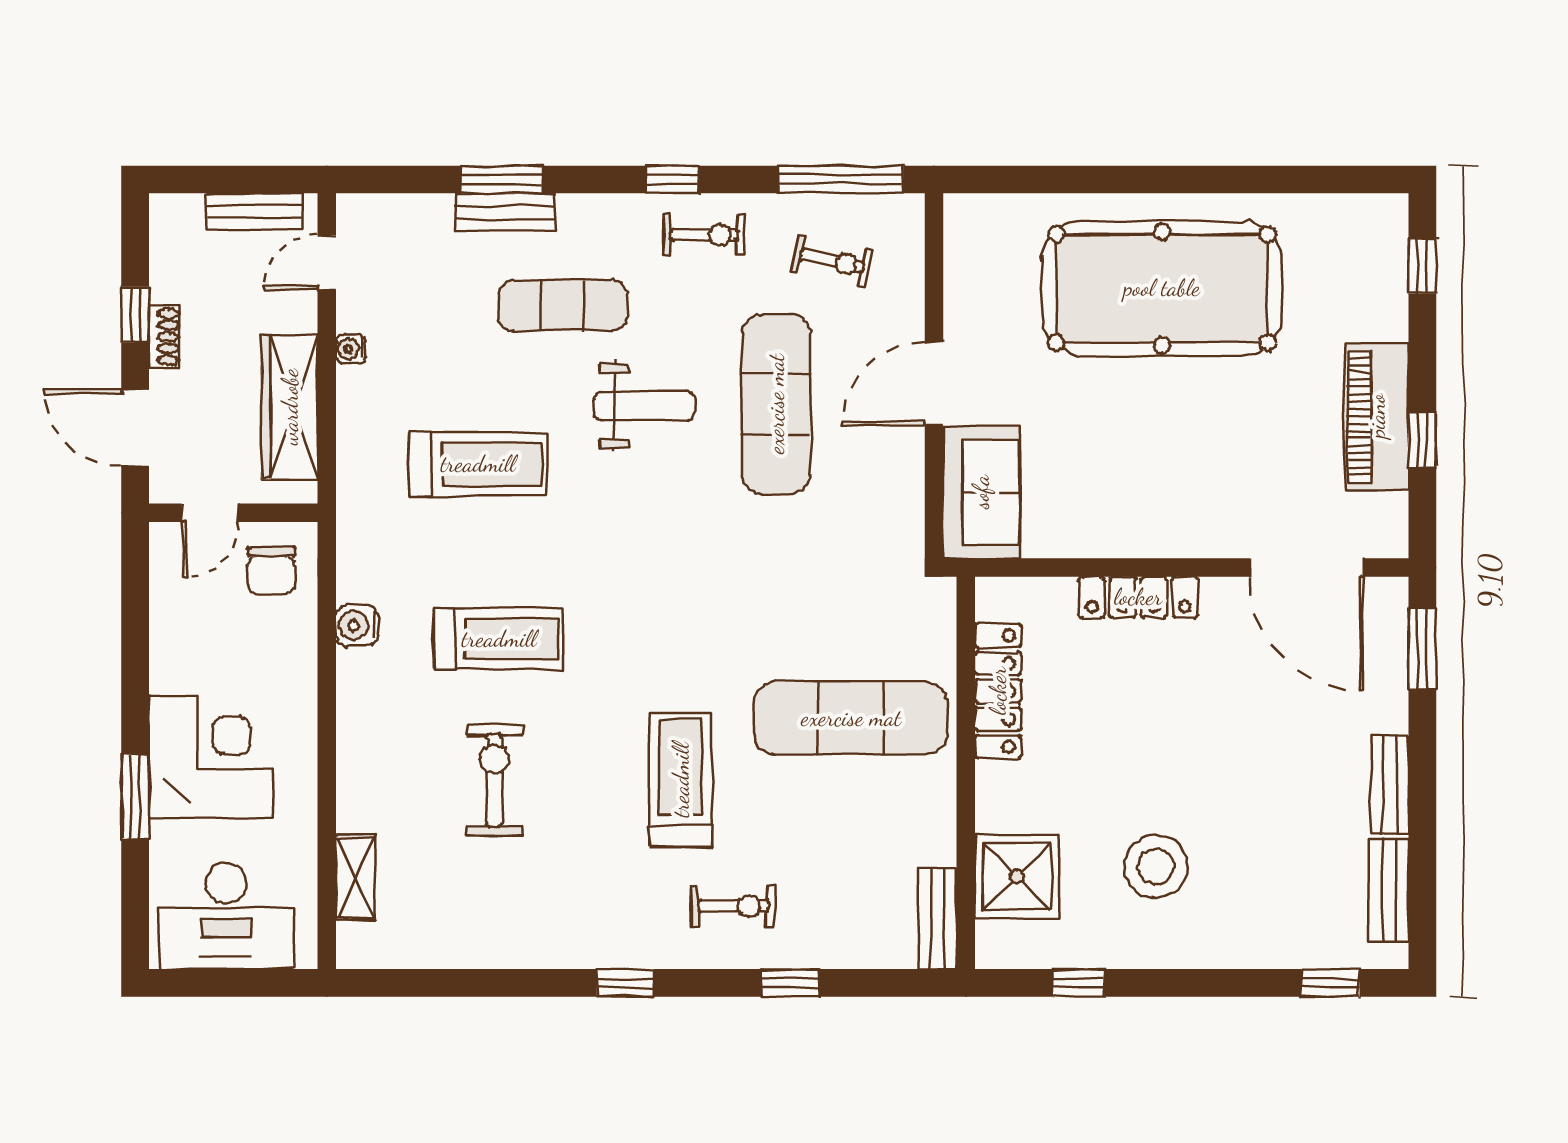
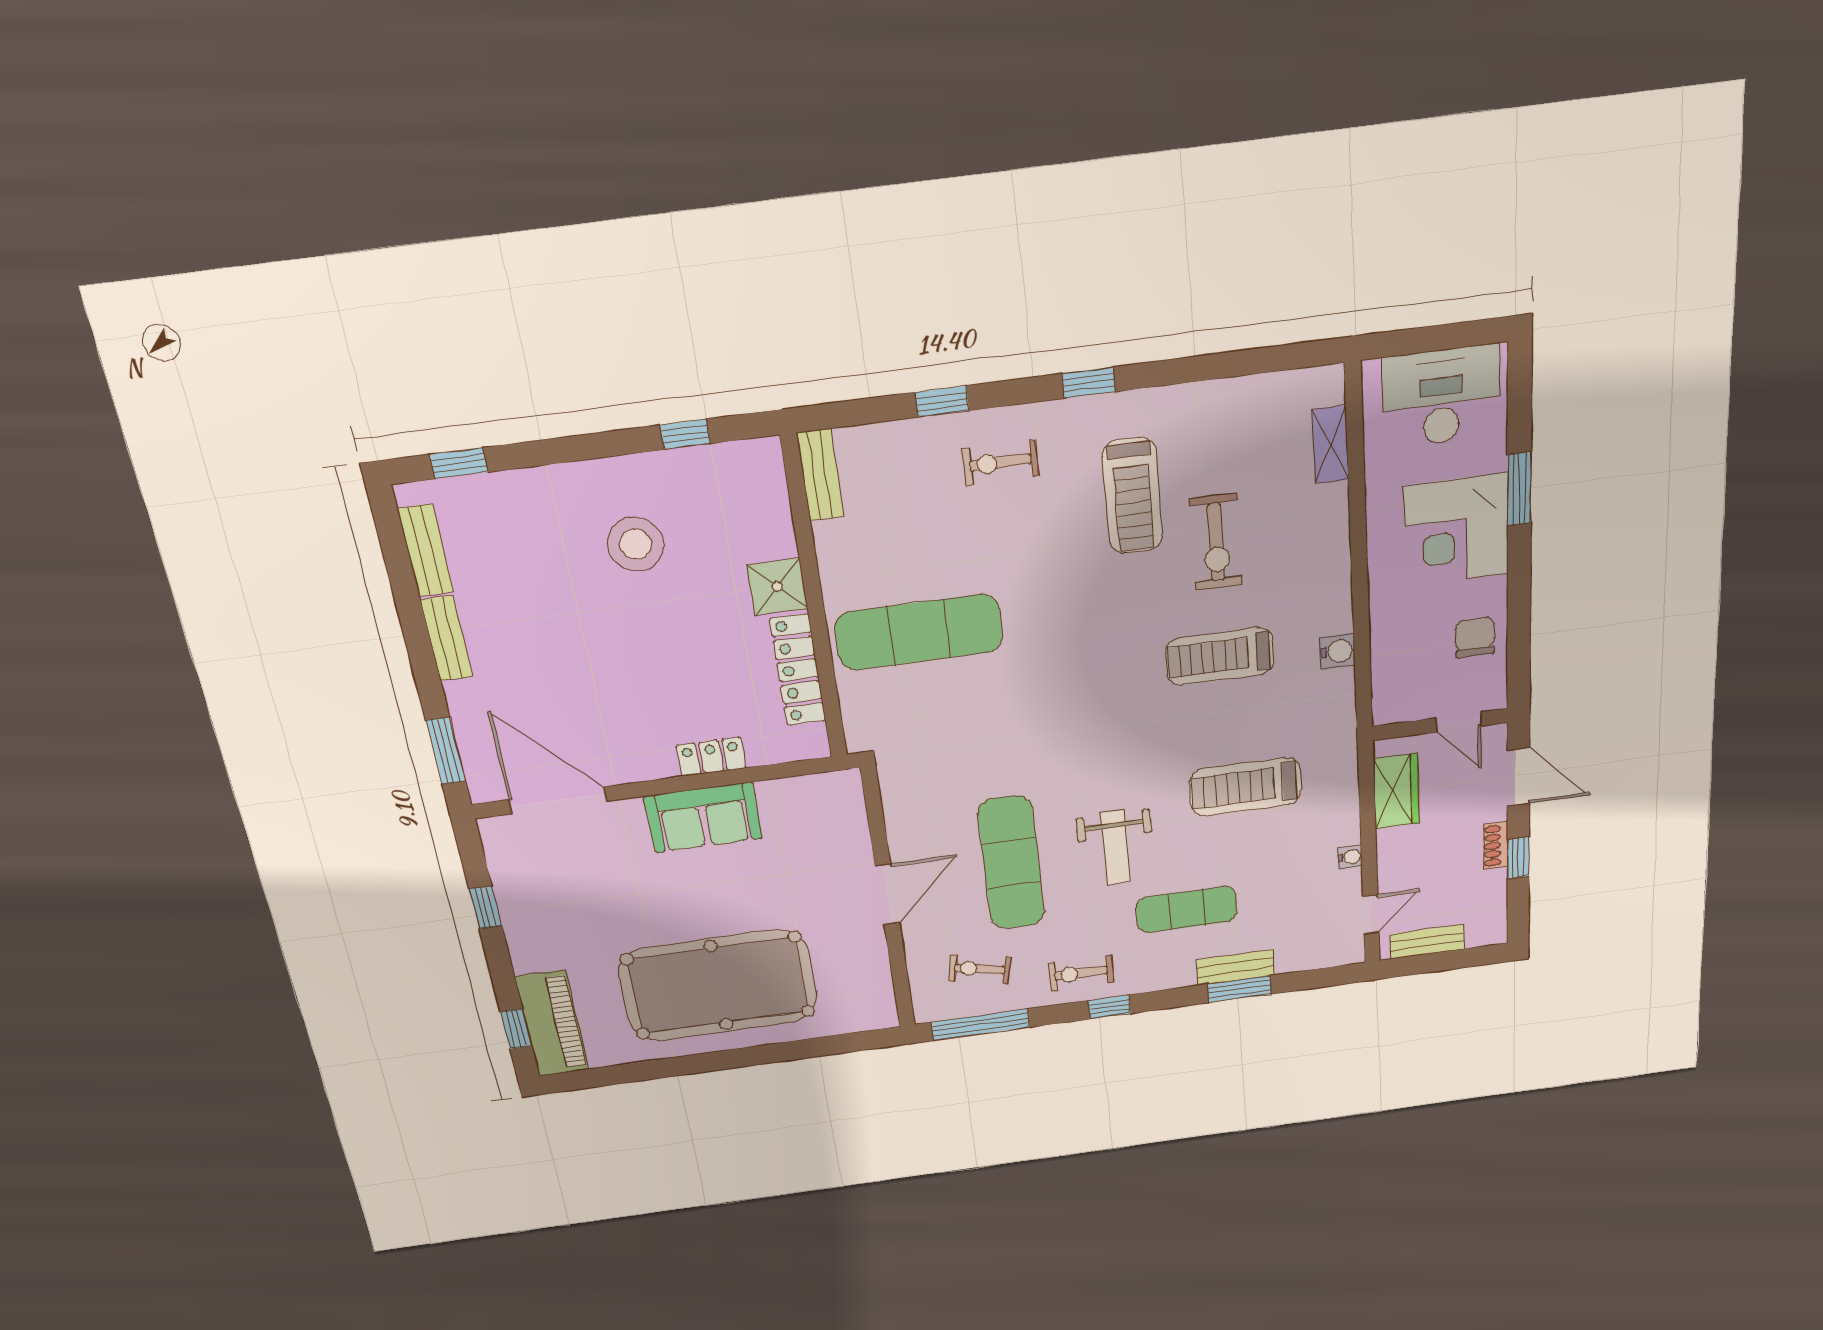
weight bench: (645, 406) -> (1116, 847), turned -90
wardrobe: (290, 407) -> (1396, 791), width x0.67
piano: (1377, 416) -> (552, 1024), moved
sofa: (981, 492) -> (703, 817), moved, turned -90
door: (210, 513) -> (1459, 722), swing flipped
chair: (272, 570) -> (1475, 637), moved
locker: (1138, 597) -> (711, 757), width x0.66
treadmill: (681, 780) -> (1133, 496), moved
shower: (1017, 876) -> (777, 587), moved, width x0.73, depth x0.73

